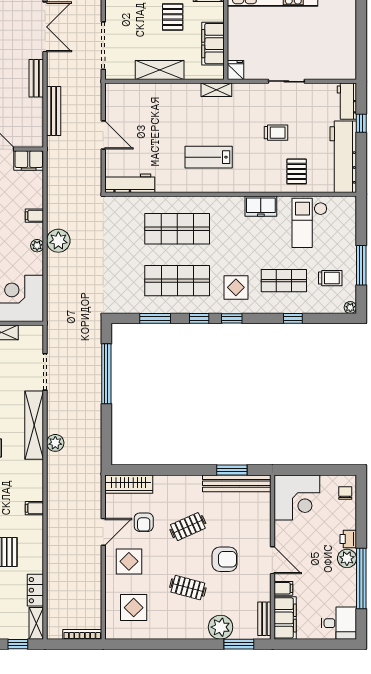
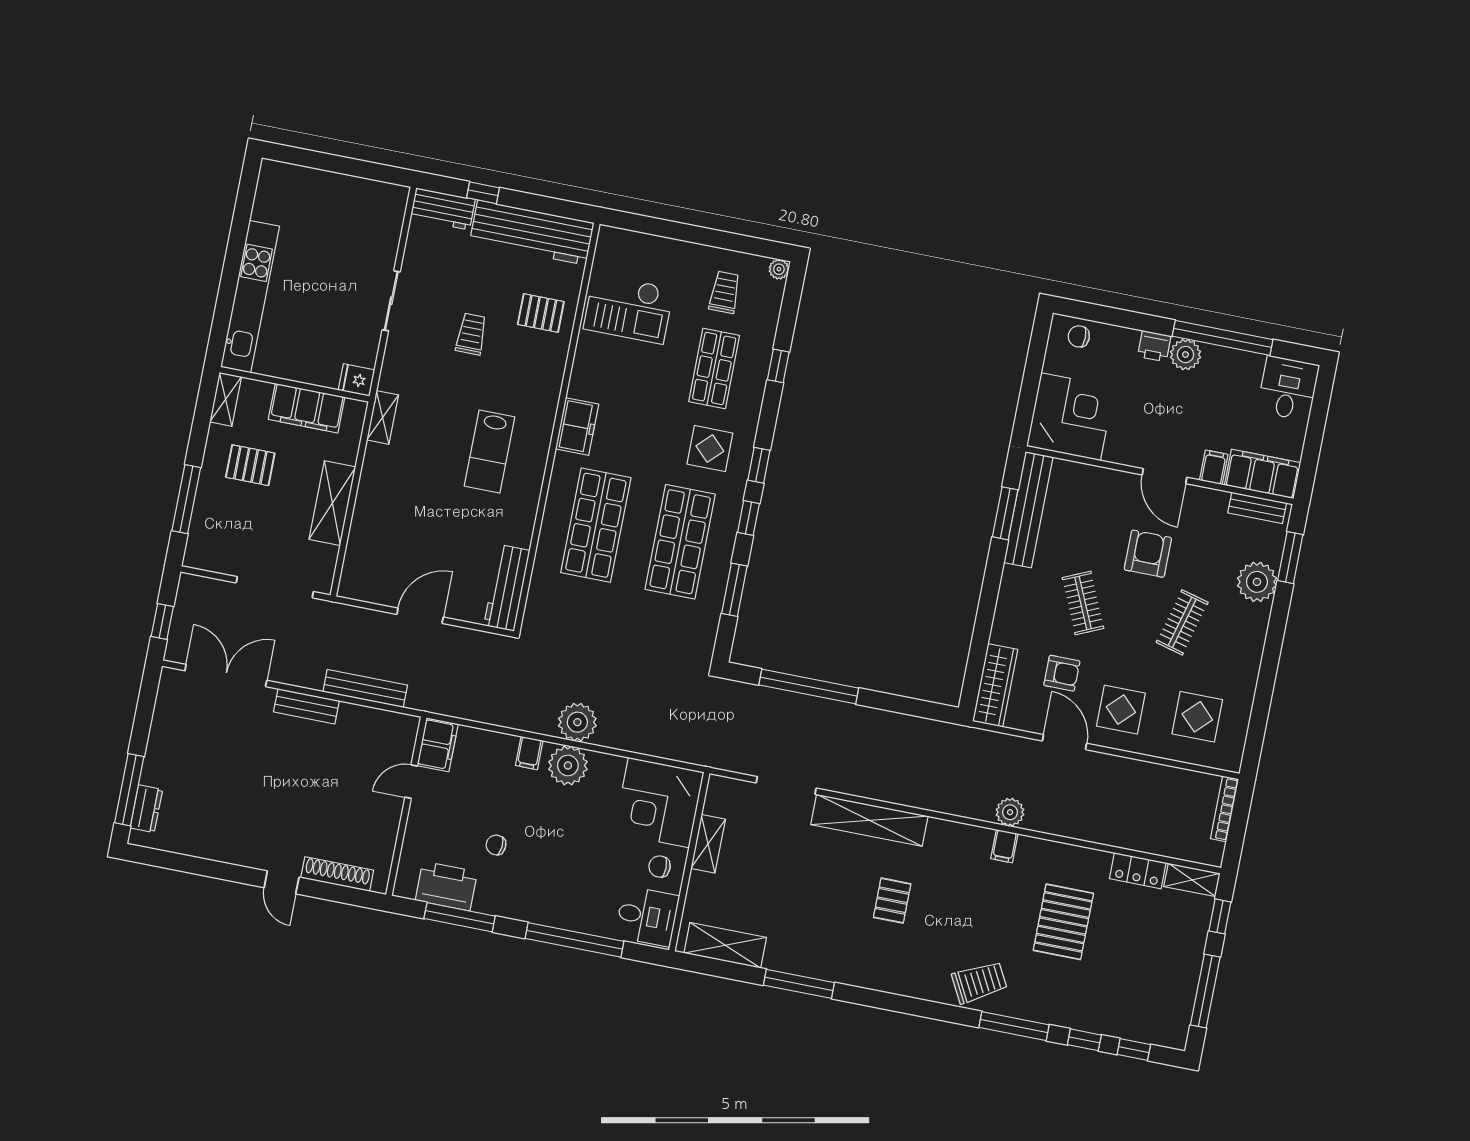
freezer: (261, 206) -> (577, 426), moved
plant: (37, 246) -> (568, 765), width x1.88, depth x1.88
window: (361, 265) -> (714, 238), removed
plant: (55, 443) -> (1010, 812), moved
door: (272, 560) -> (1165, 476), swing flipped

